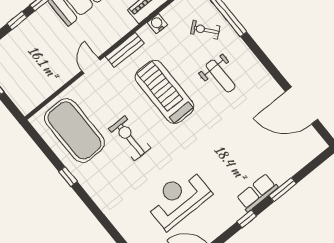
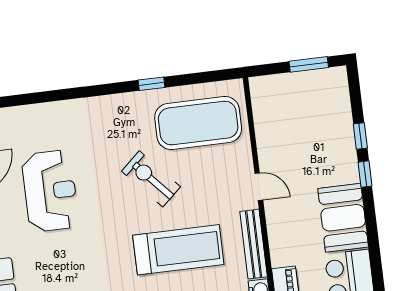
bench: (125, 50) -> (254, 244), width x1.36
exercise bike: (130, 138) -> (151, 179), turned -132

